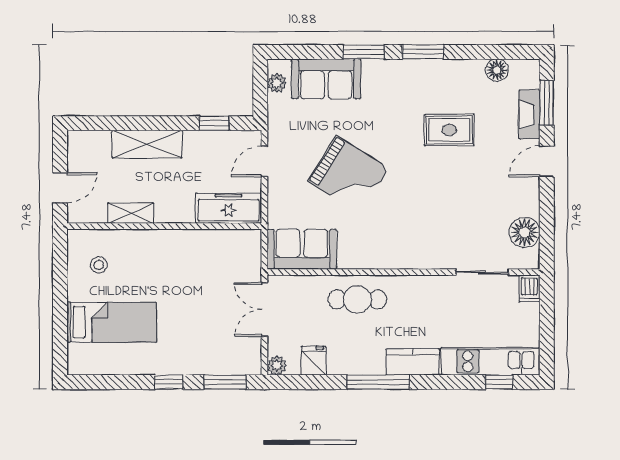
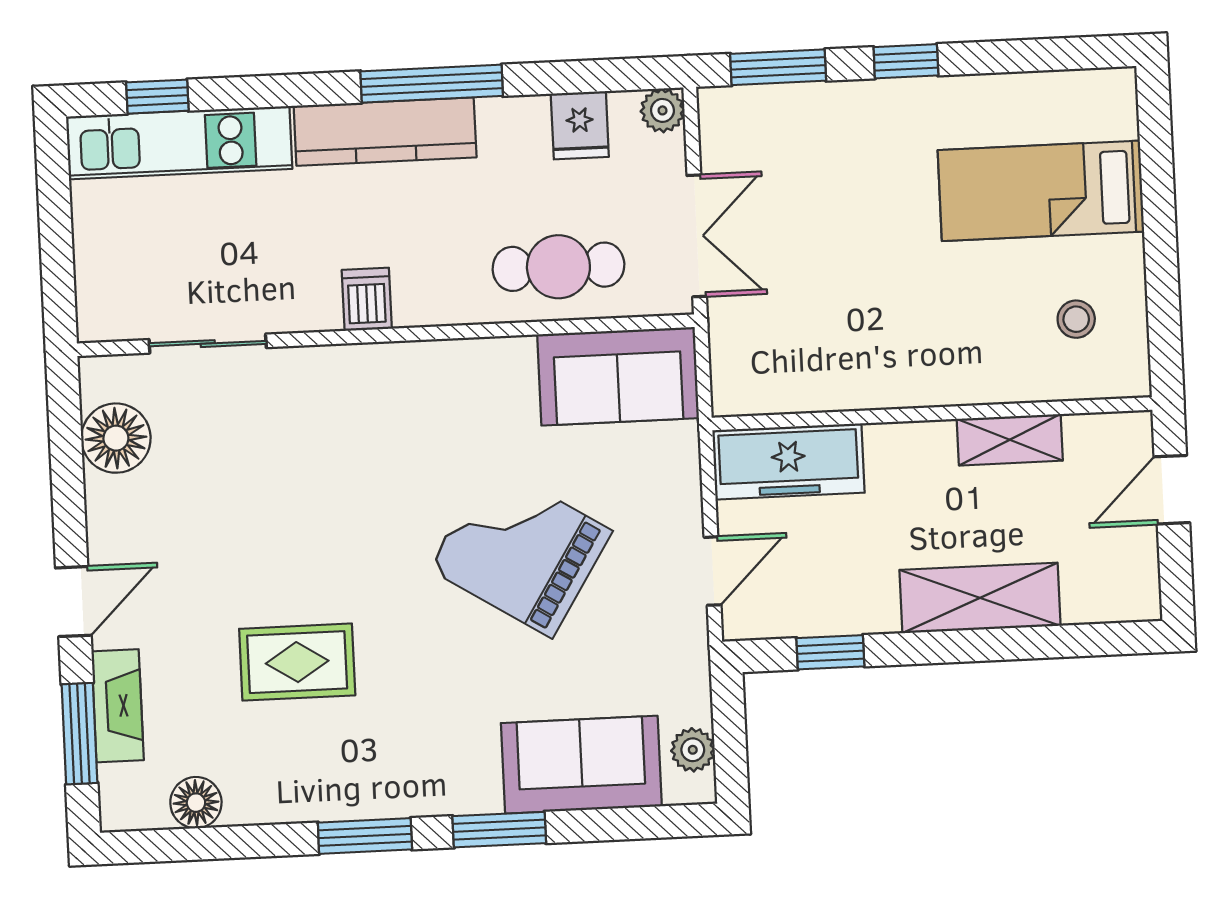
dishwasher: (529, 288) -> (367, 299), moved
cafe table: (357, 299) -> (558, 267), moved
kitchen counter: (413, 362) -> (385, 132), width x1.50

